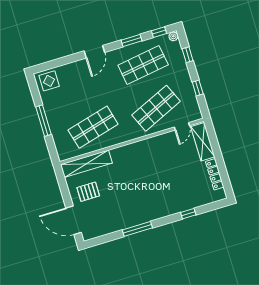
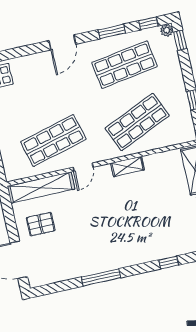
window: (188, 55) -> (180, 40), moved
door: (182, 126) -> (83, 167), moved
shelving: (151, 143) -> (127, 166), added

